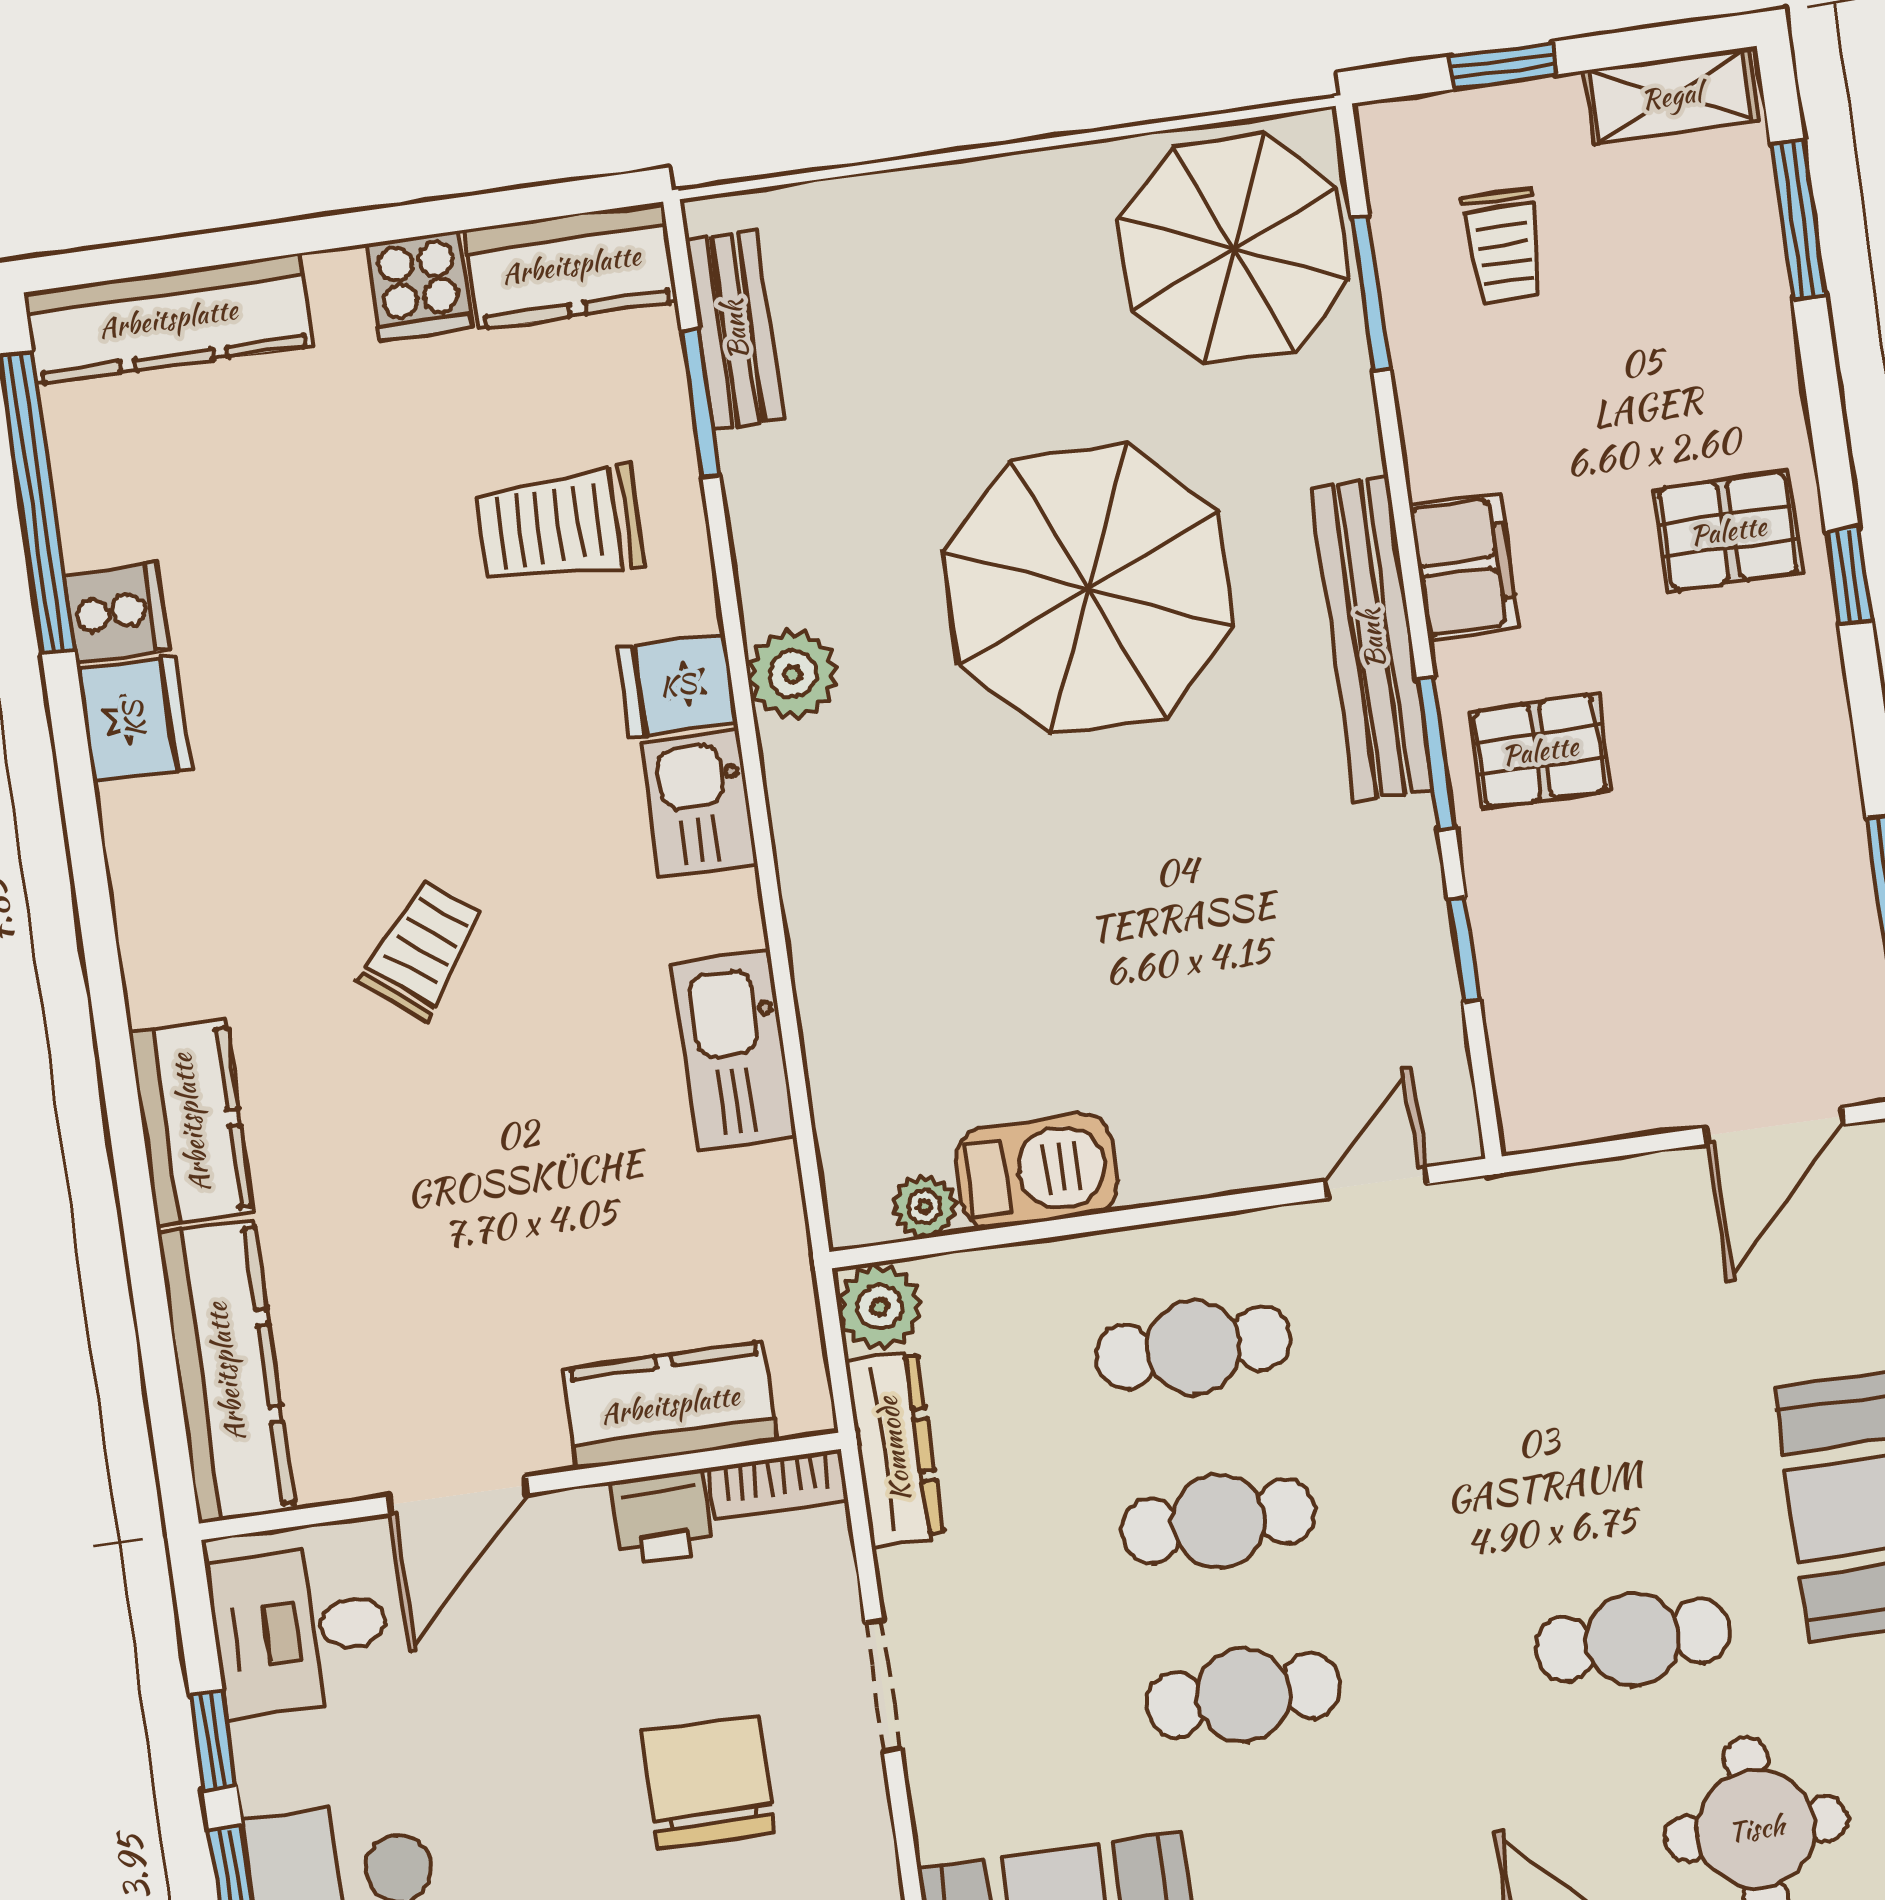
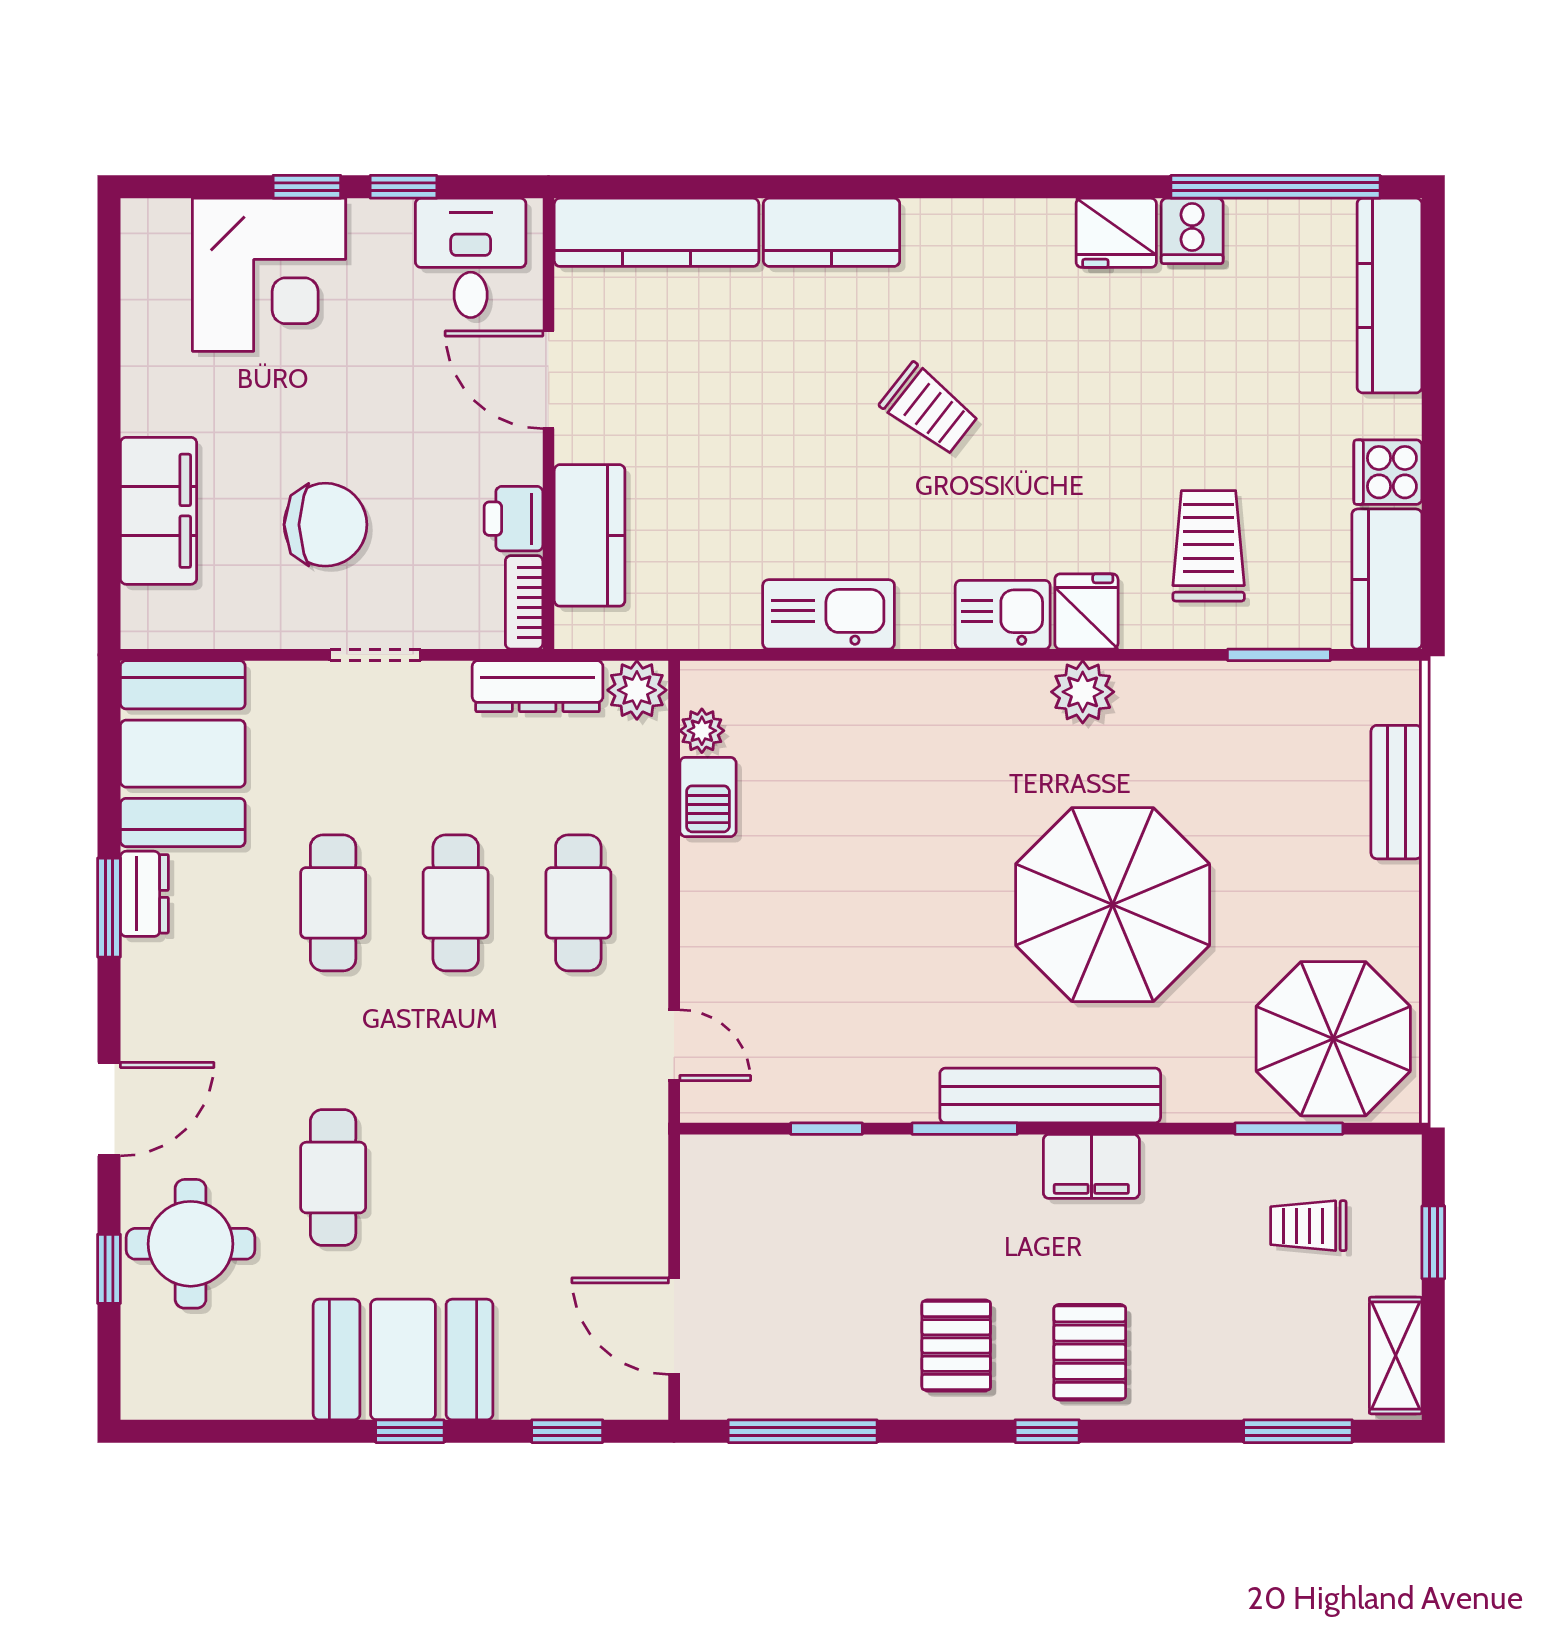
bench: (735, 330) -> (1396, 792), moved, turned 90
pallet: (1540, 751) -> (956, 1345), moved
barbecue: (1037, 1171) -> (708, 797), width x0.73, depth x0.79

